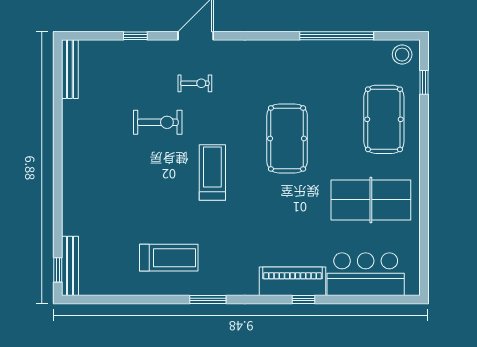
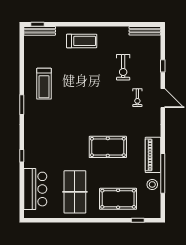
stool: (402, 55) -> (152, 184), moved
exercise bike: (158, 122) -> (123, 67), moved
treadmill: (212, 173) -> (82, 41), moved
piano: (292, 281) -> (153, 155), moved, turned 180

